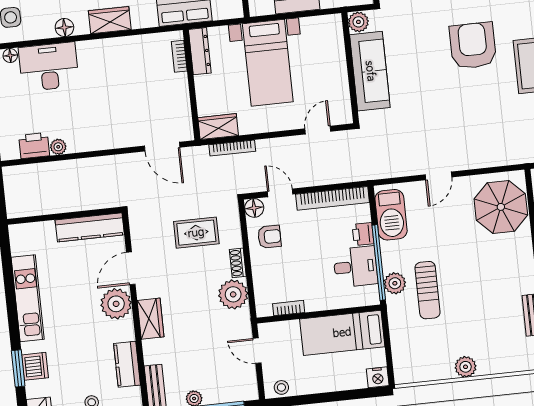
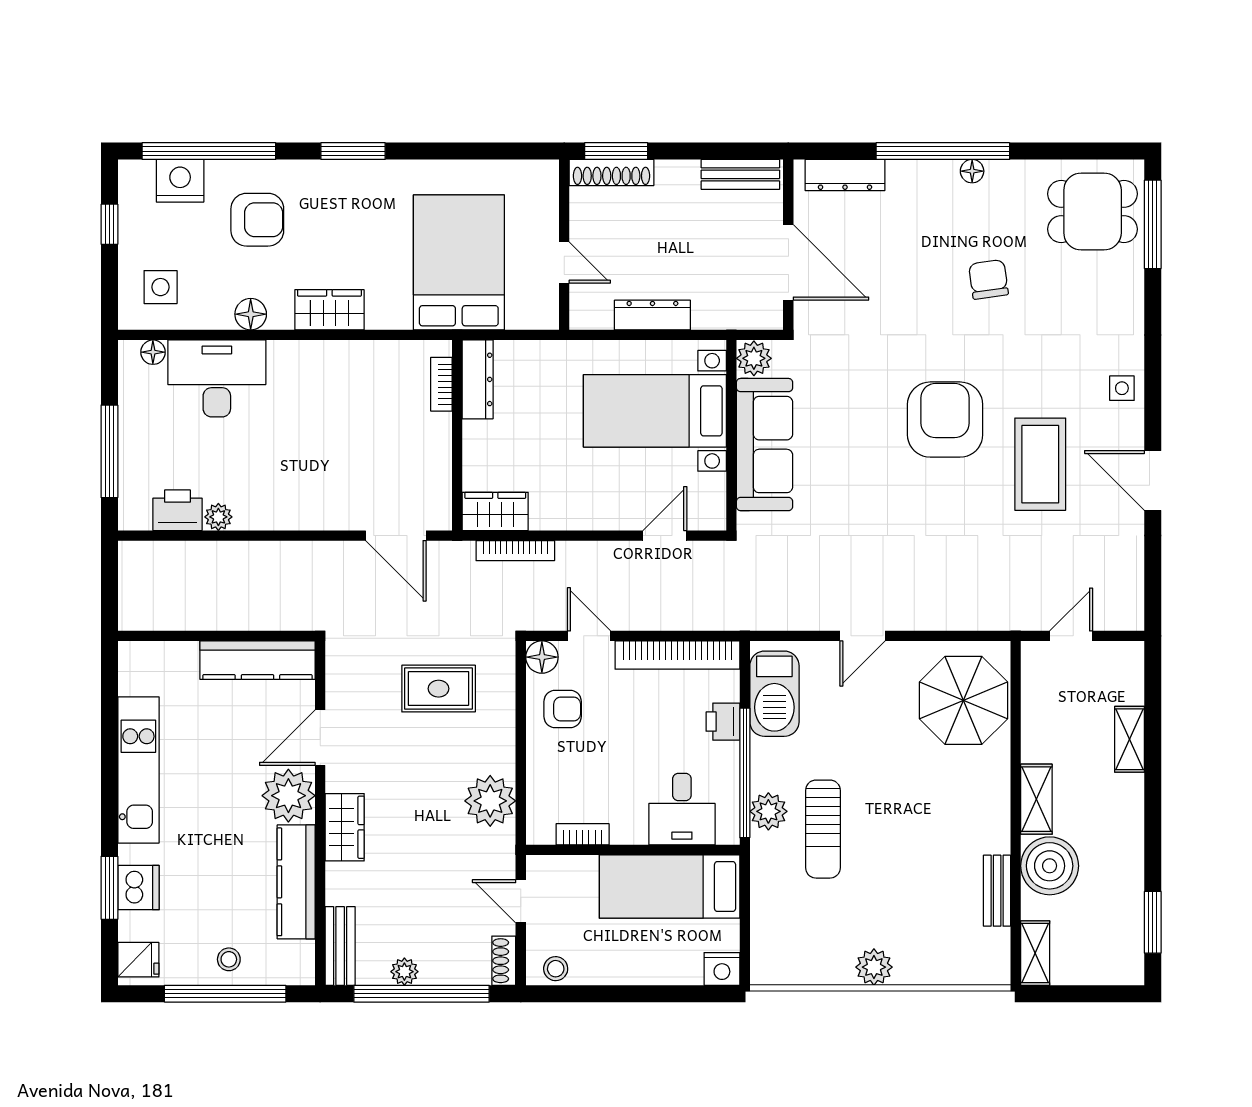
bed with nightstands: (268, 63) -> (655, 411), moved, turned 90
shoe rack: (238, 263) -> (504, 961), moved
desk: (355, 267) -> (682, 809), moved, turned 90
kitchen counter: (127, 364) -> (296, 882), width x1.50

